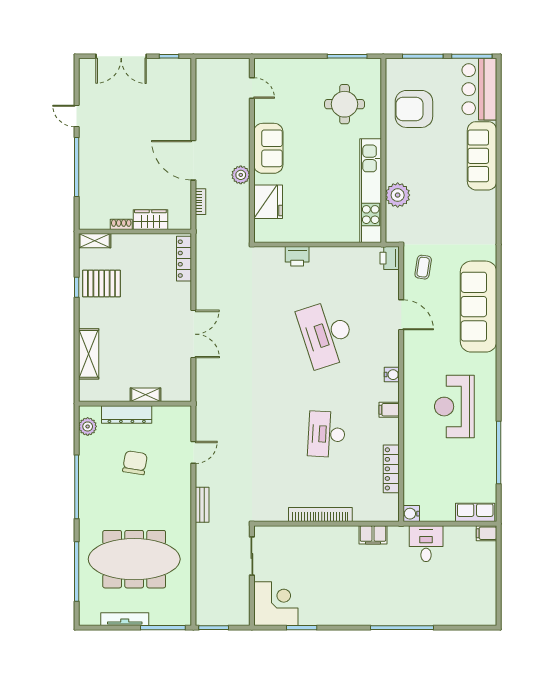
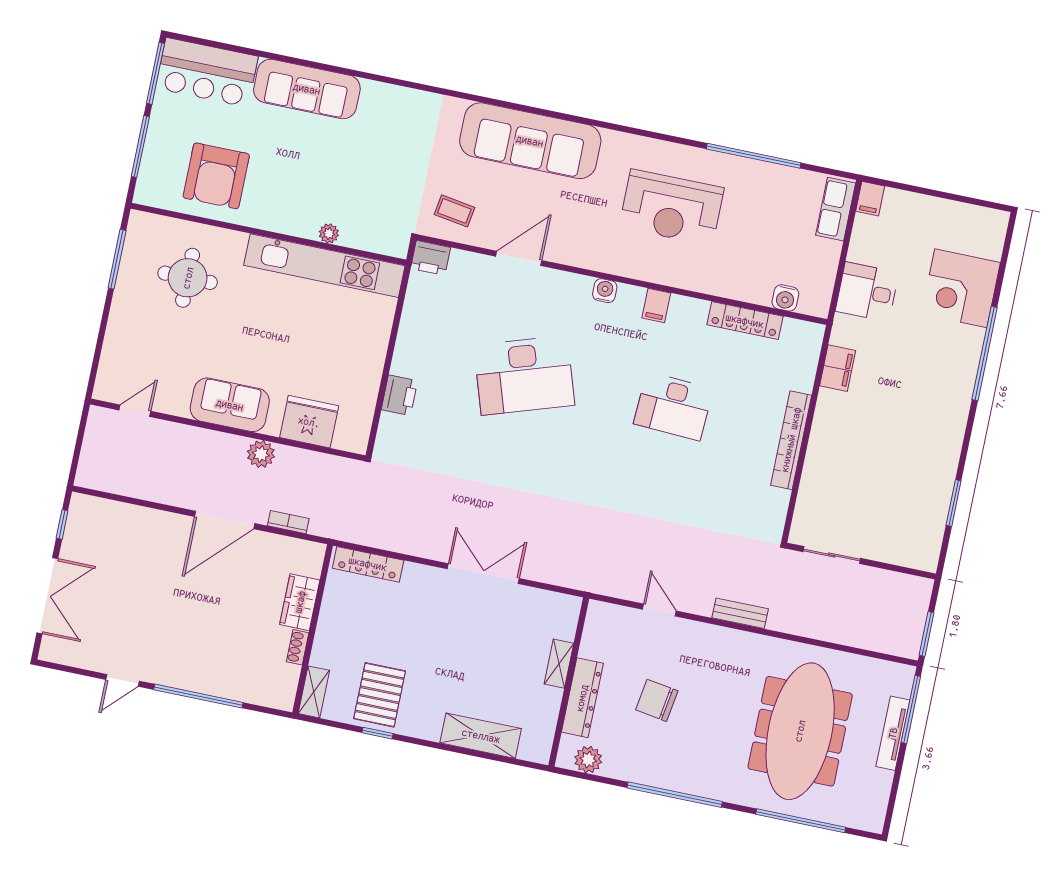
plant: (398, 195) -> (329, 233), width x0.53, depth x0.53
water cooler: (411, 514) -> (785, 298), moved
corner desk: (276, 604) -> (961, 288), moved, turned -90
tv unit: (125, 619) -> (893, 733), moved

